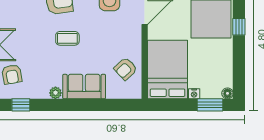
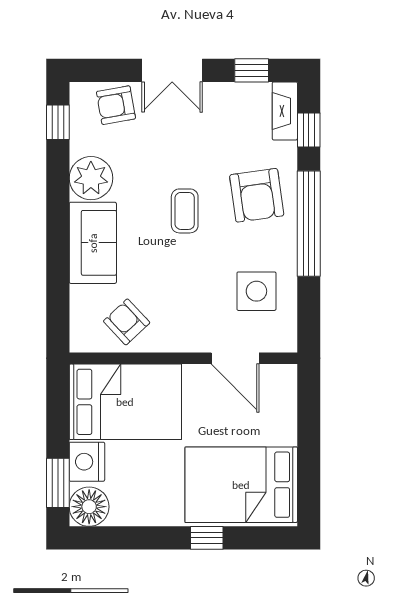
plant: (55, 93) -> (91, 178), width x1.88, depth x1.88
floor lamp: (227, 93) -> (89, 507), width x1.89, depth x1.89
nightstand: (194, 94) -> (87, 462), width x1.89, depth x1.79

